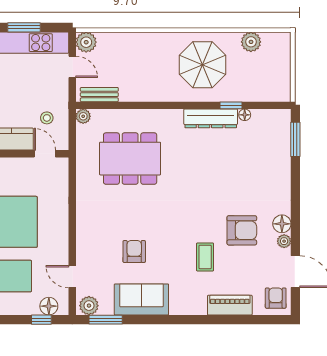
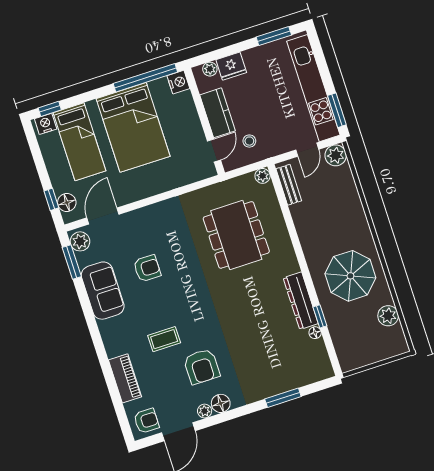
window: (24, 27) -> (337, 110), moved
window: (295, 139) -> (283, 398), moved
door: (72, 277) -> (103, 216), width x1.38

